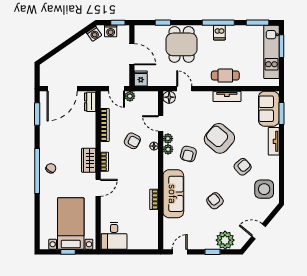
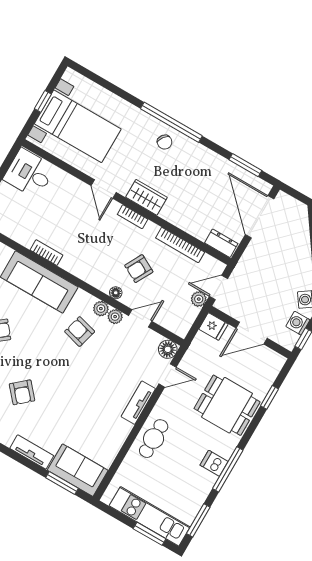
tv unit: (227, 96) -> (138, 403), moved
armchair: (219, 138) -> (76, 384), removed

